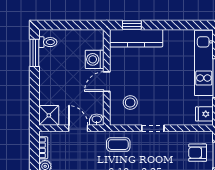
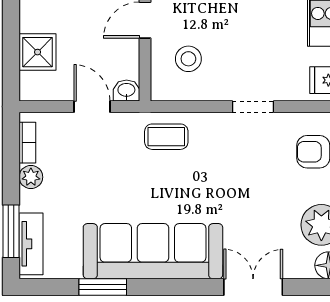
shower: (49, 115) -> (38, 52), moved
doorway: (153, 128) -> (253, 107), moved

